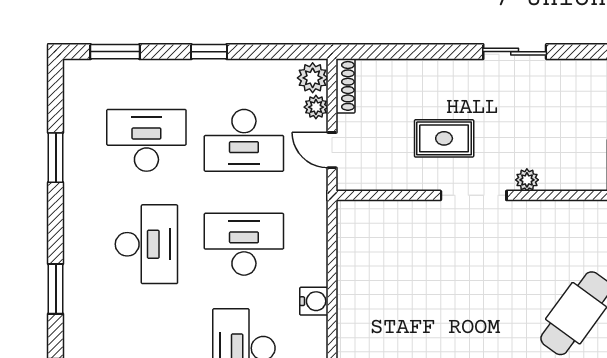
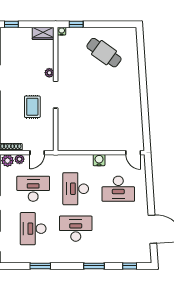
desk: (244, 140) -> (33, 189), turned -90

